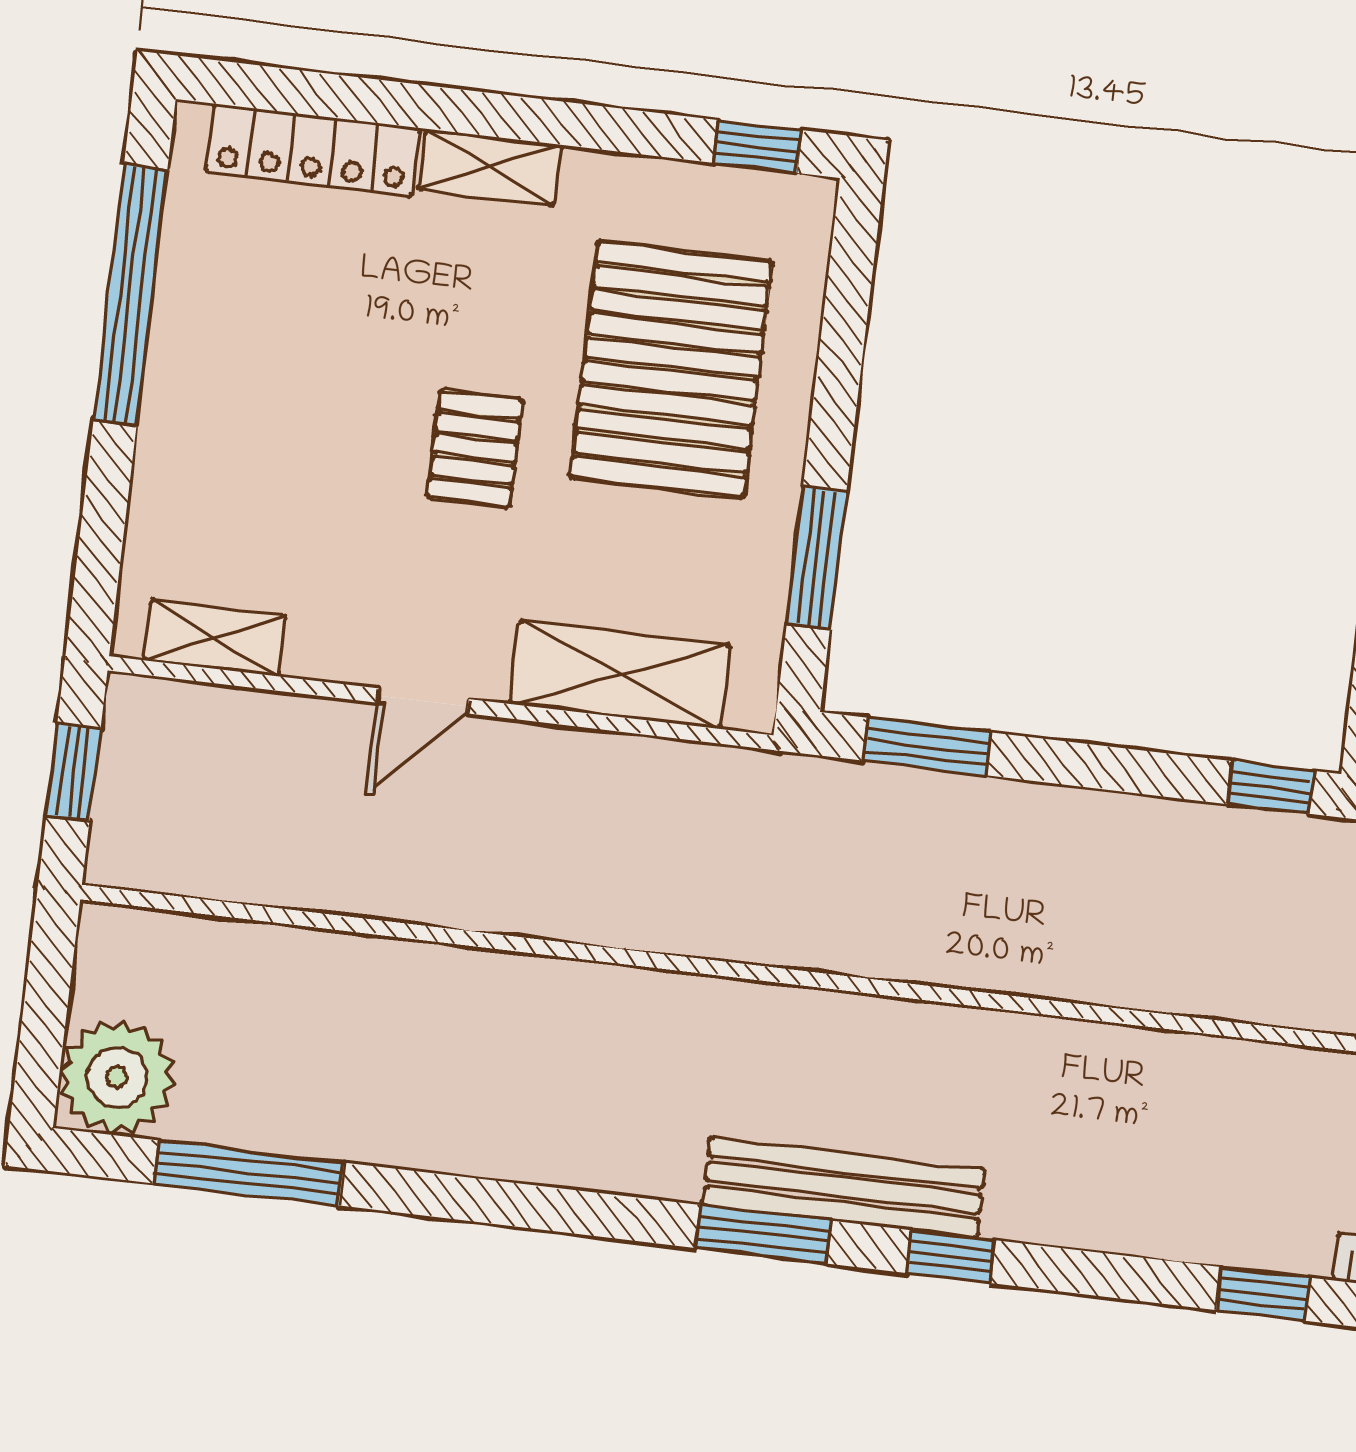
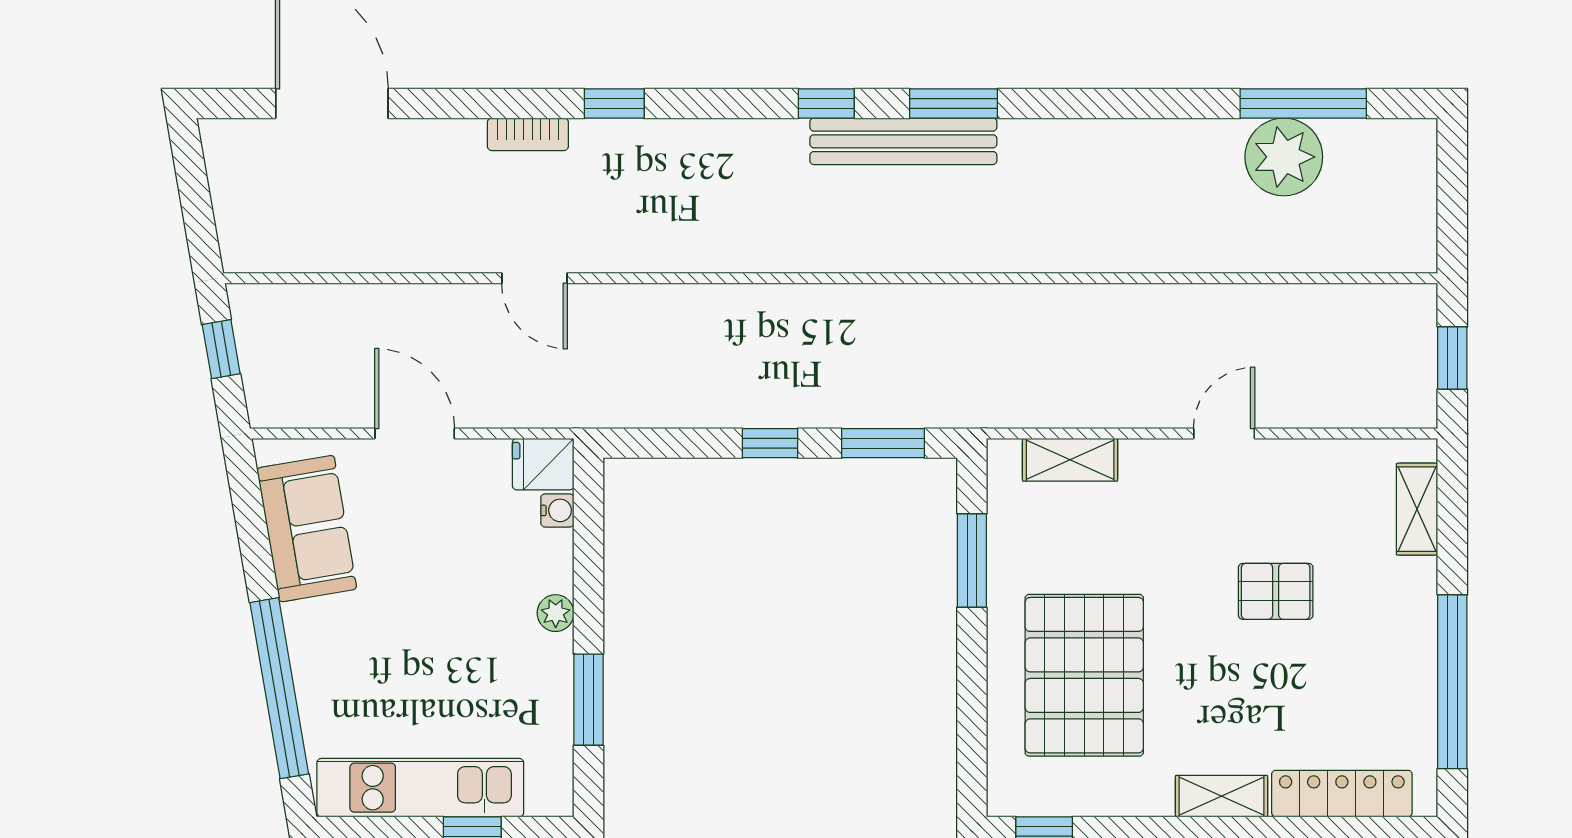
pallet: (475, 449) -> (1276, 591), moved, turned 90
shelving: (215, 638) -> (1417, 509), moved, turned 90
shelving: (620, 675) -> (1070, 460), width x0.67, depth x0.75
window: (1270, 787) -> (770, 443), moved
plant: (117, 1077) -> (1284, 157), moved

